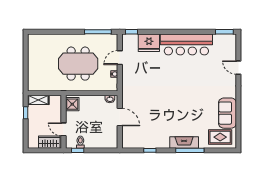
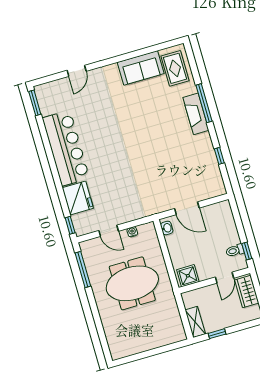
meeting table: (78, 64) -> (132, 283), turned 90
door: (120, 117) -> (187, 208), swing flipped

